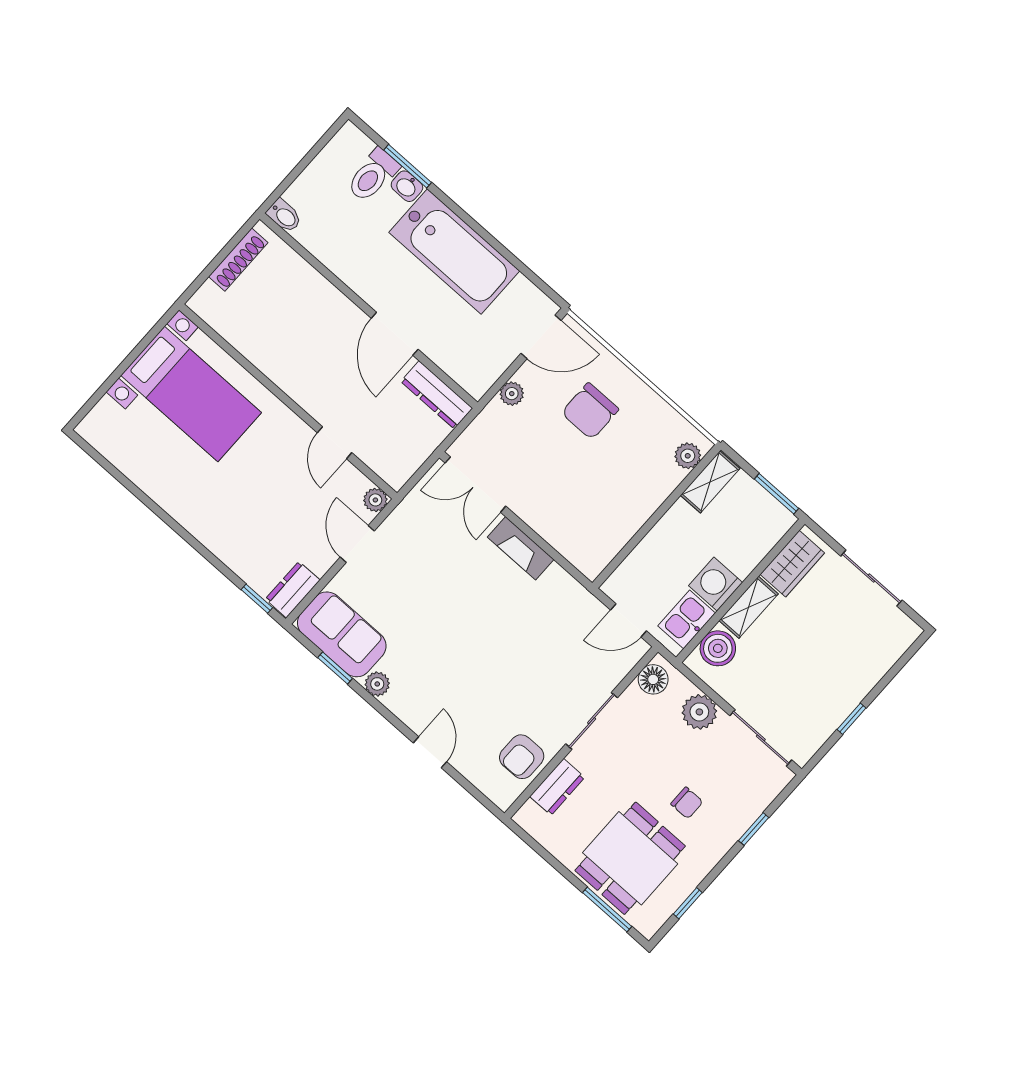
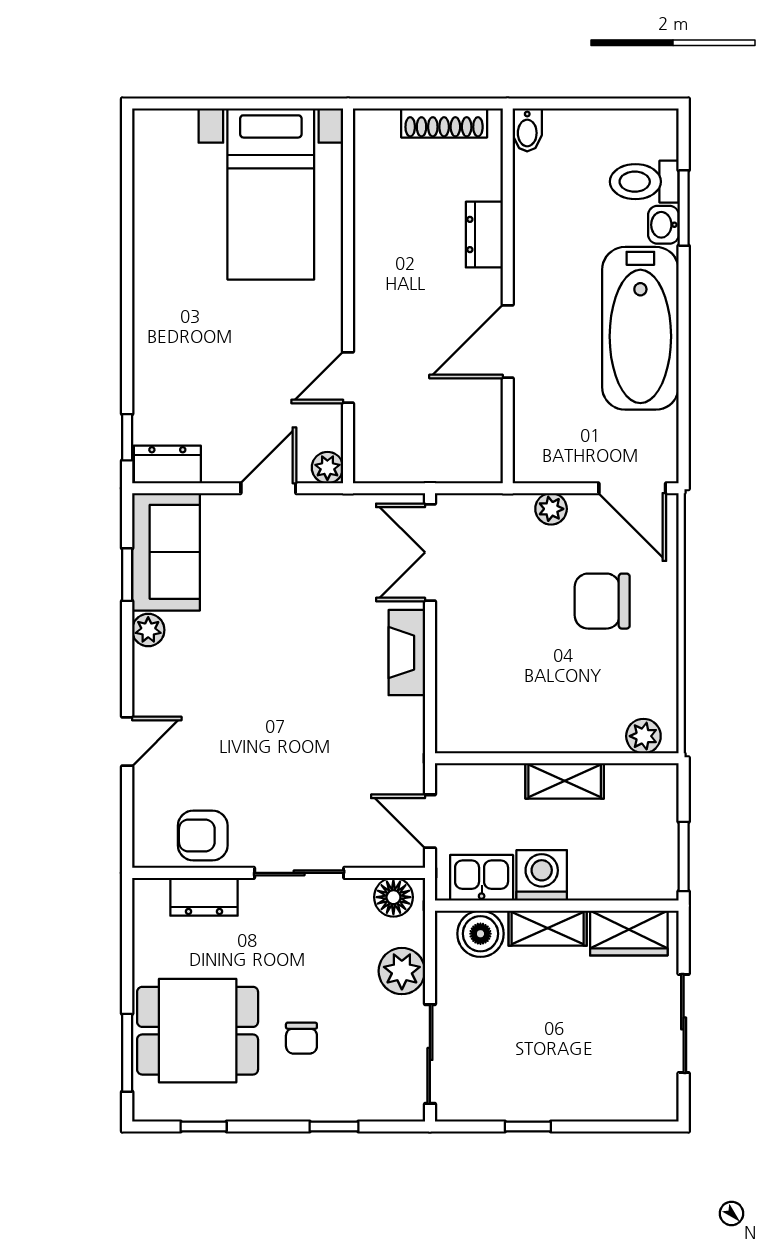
dresser: (437, 395) -> (484, 235), moved, width x0.70
shelving: (710, 482) -> (565, 781), moved

